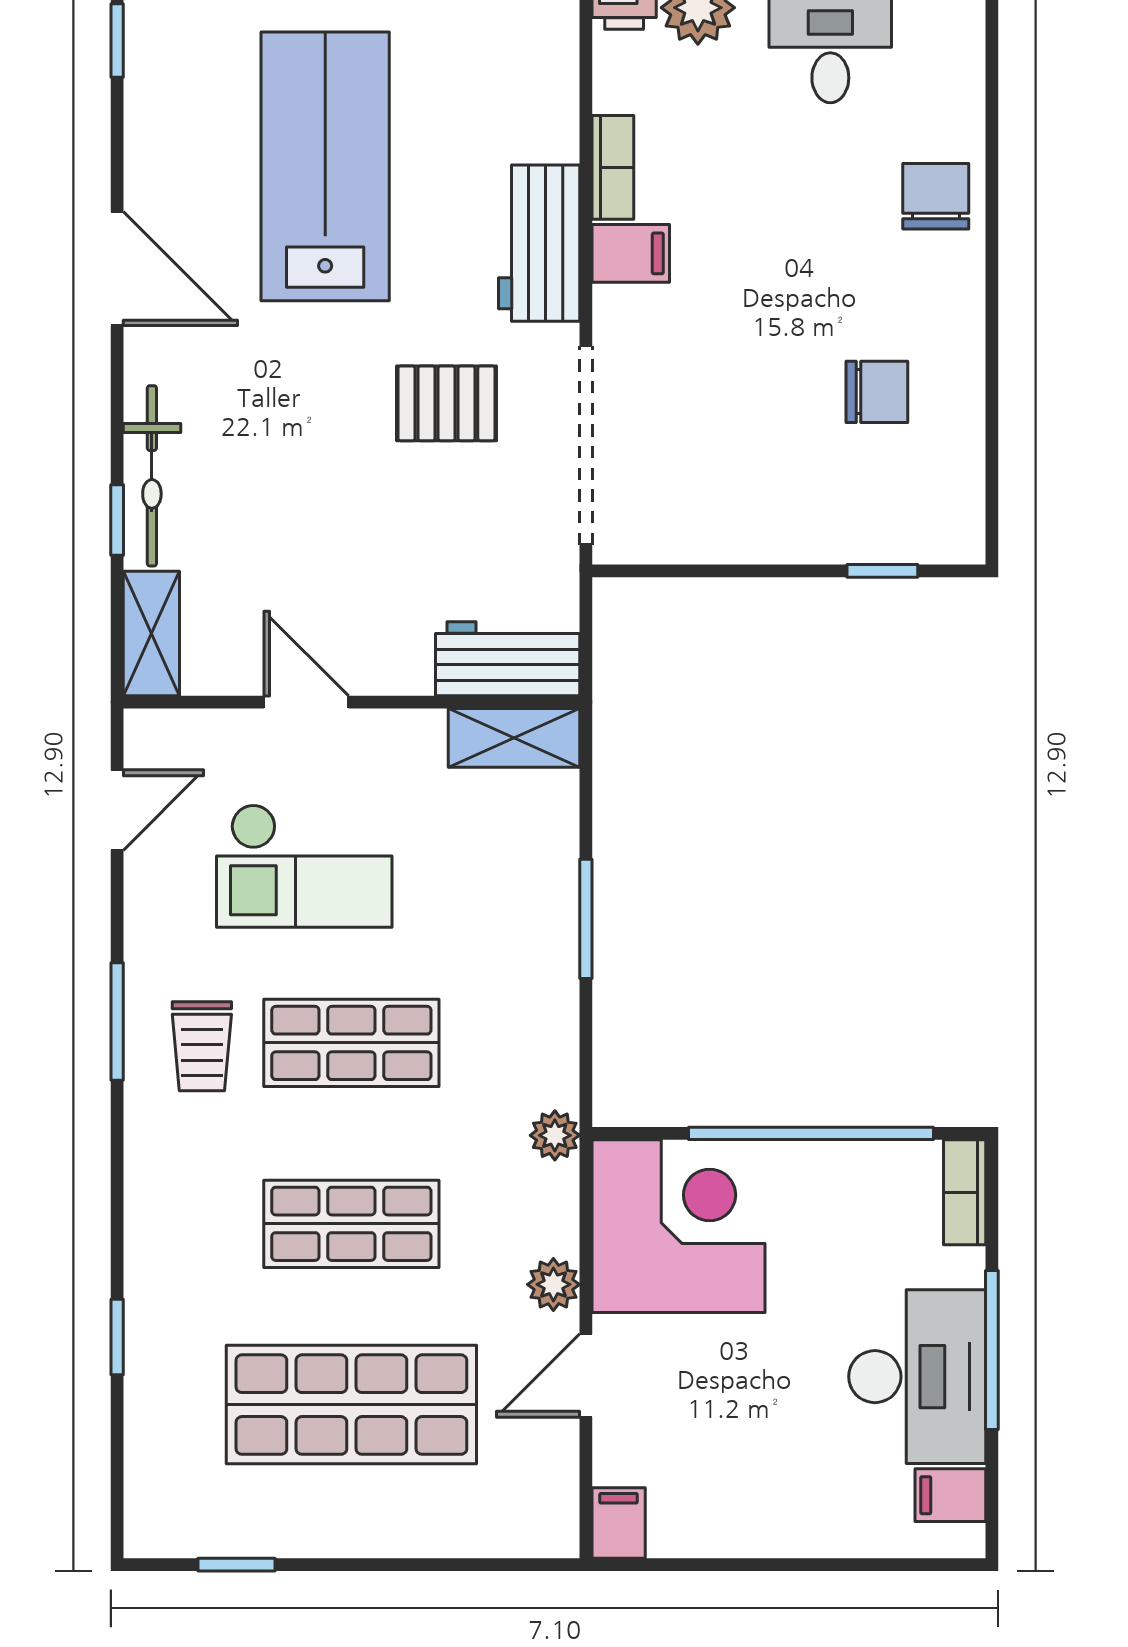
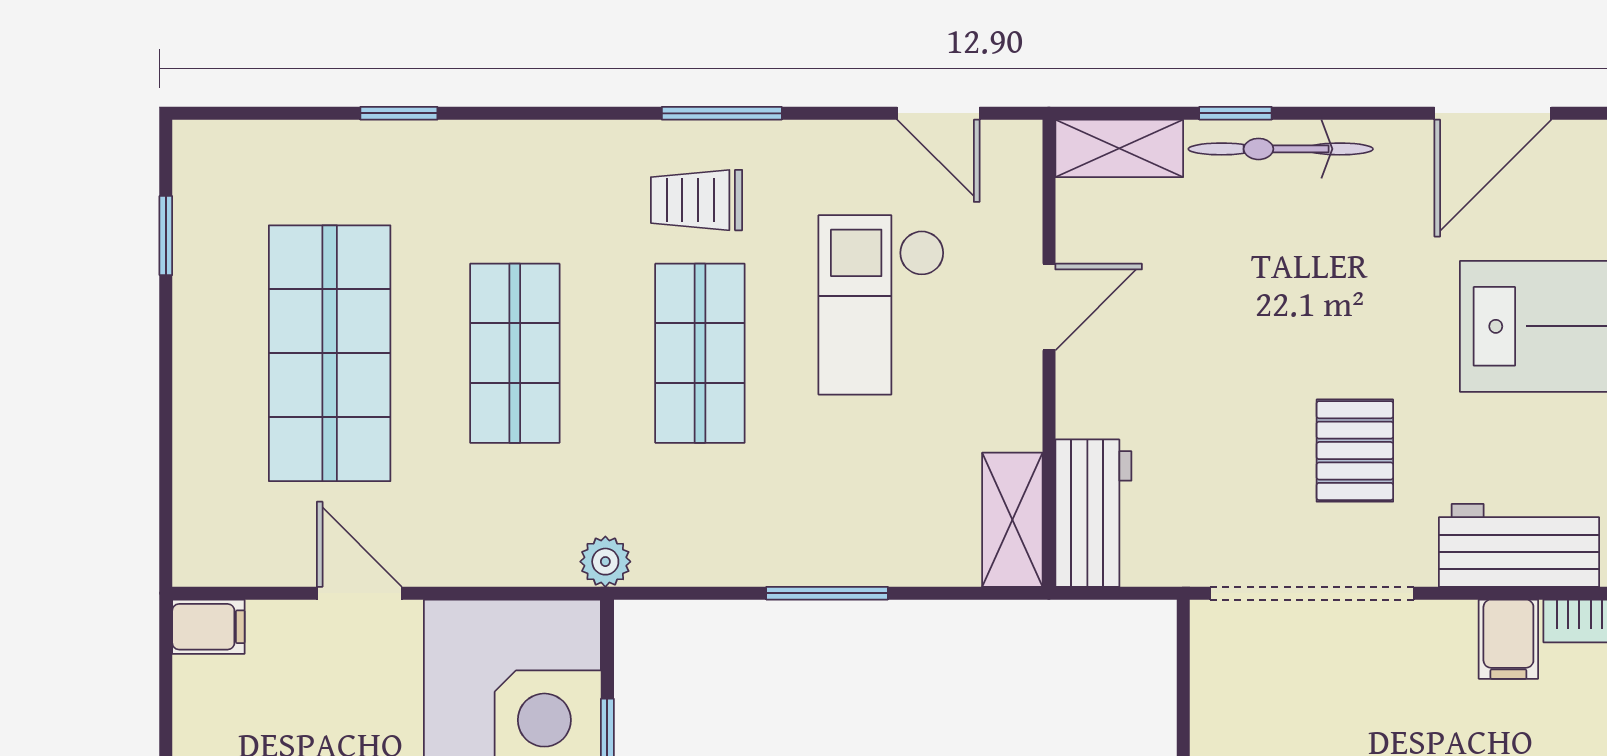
plant: (553, 1284) -> (453, 560), removed

